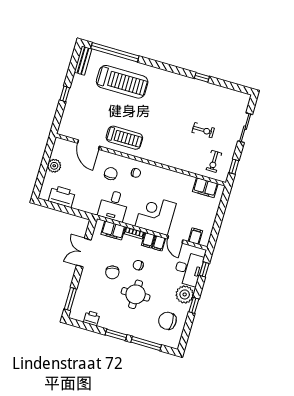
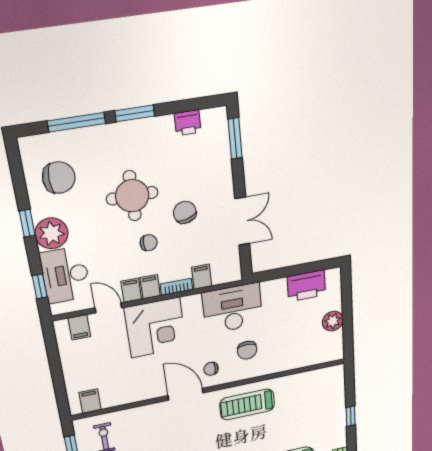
door: (88, 145) -> (186, 394), moved
filing cabinet: (205, 188) -> (90, 401), width x0.50
desk: (114, 205) -> (233, 308), width x1.37
filing cabinet: (113, 230) -> (202, 277), width x0.50

